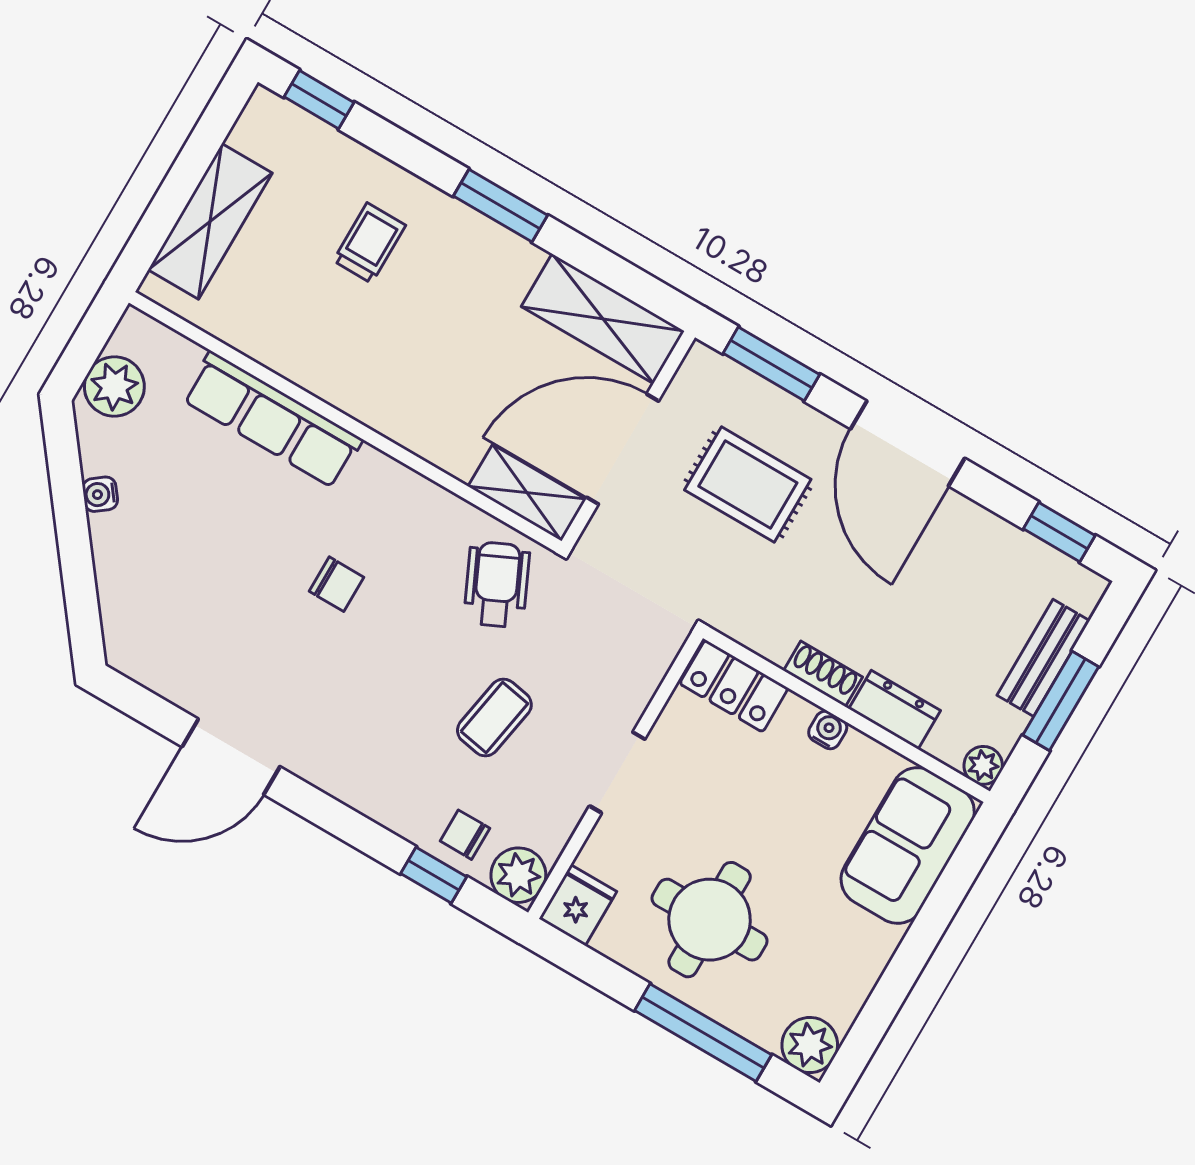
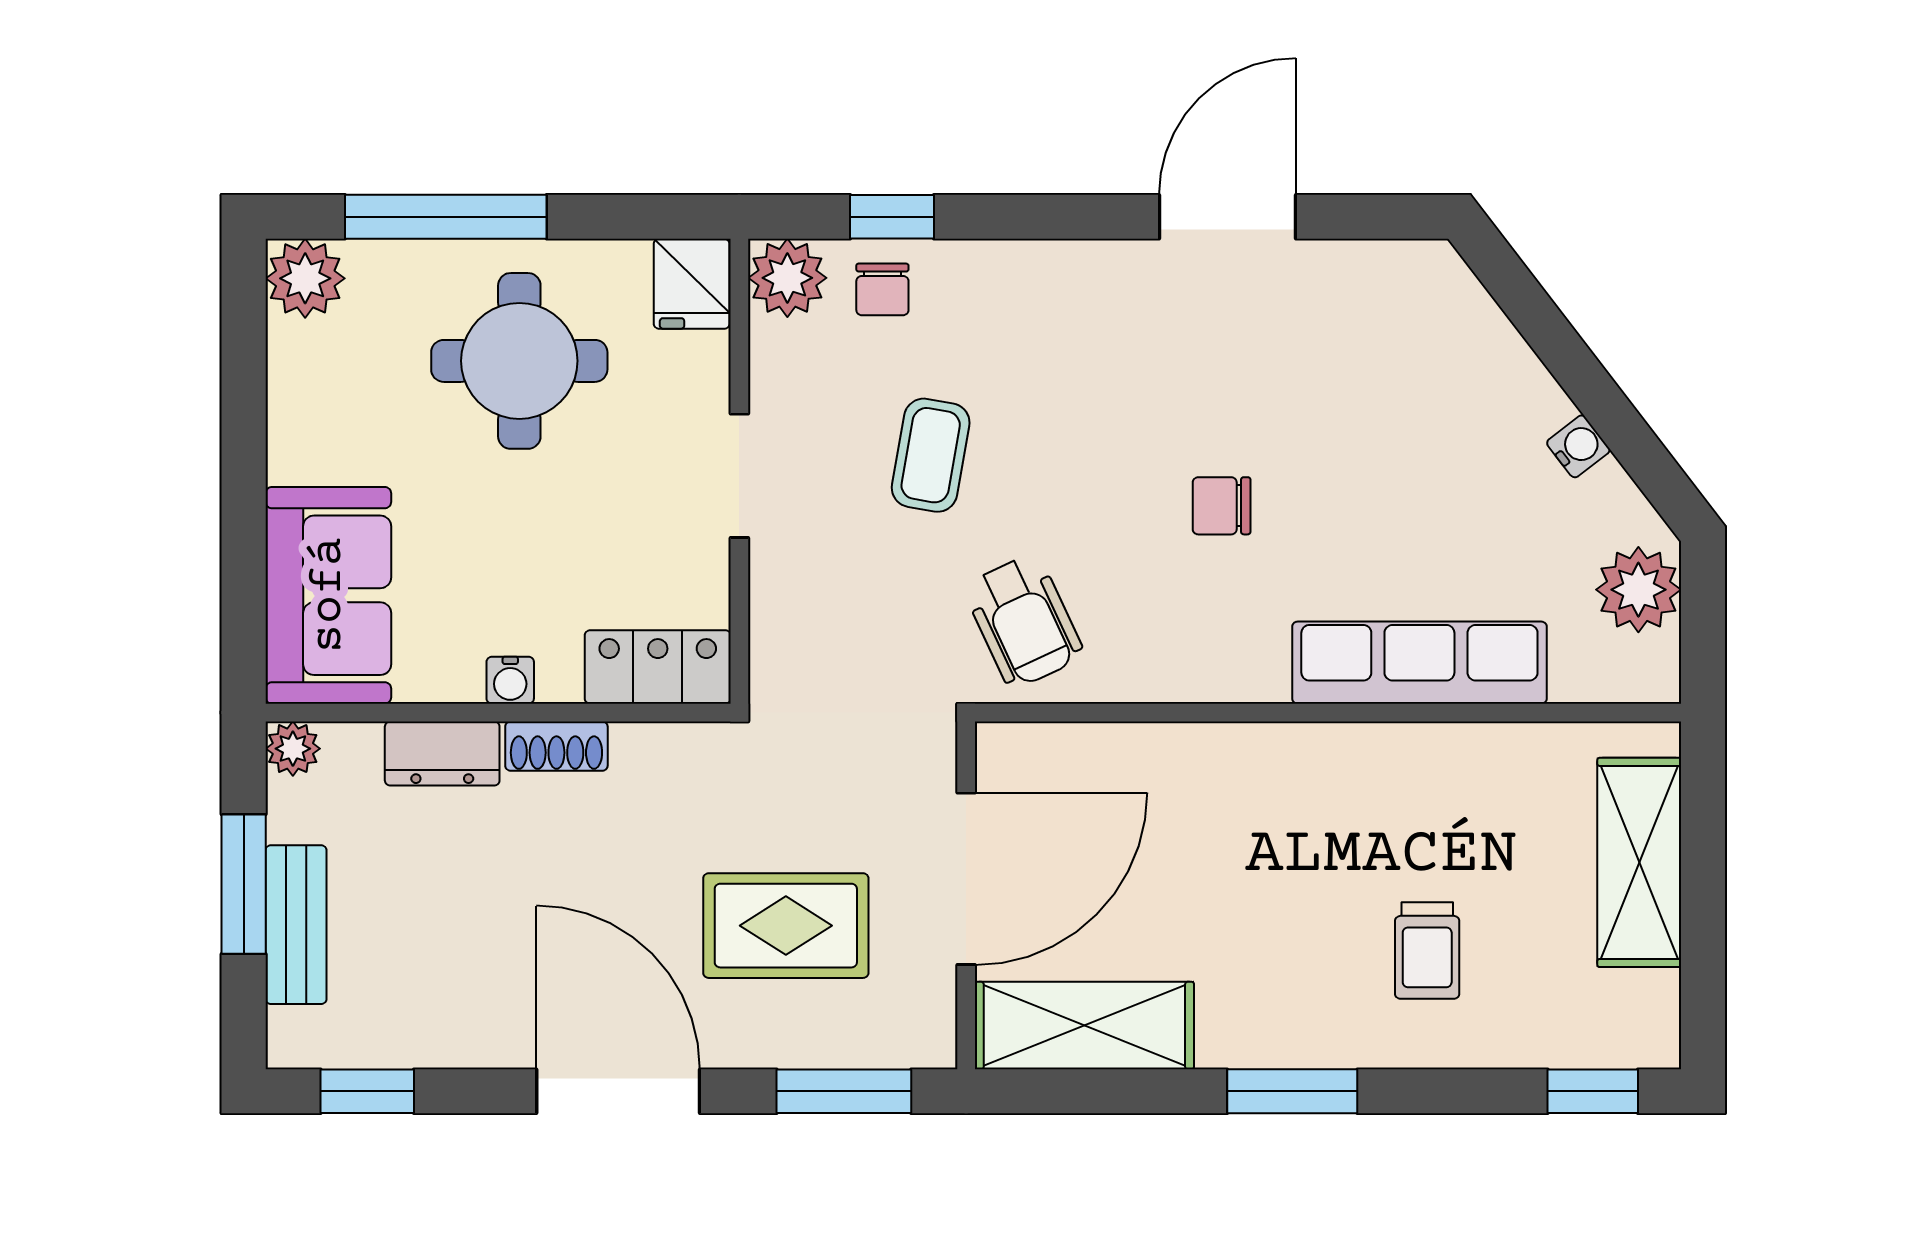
shelving: (527, 493) -> (1052, 756), removed
chair: (465, 835) -> (882, 289), turned 90

